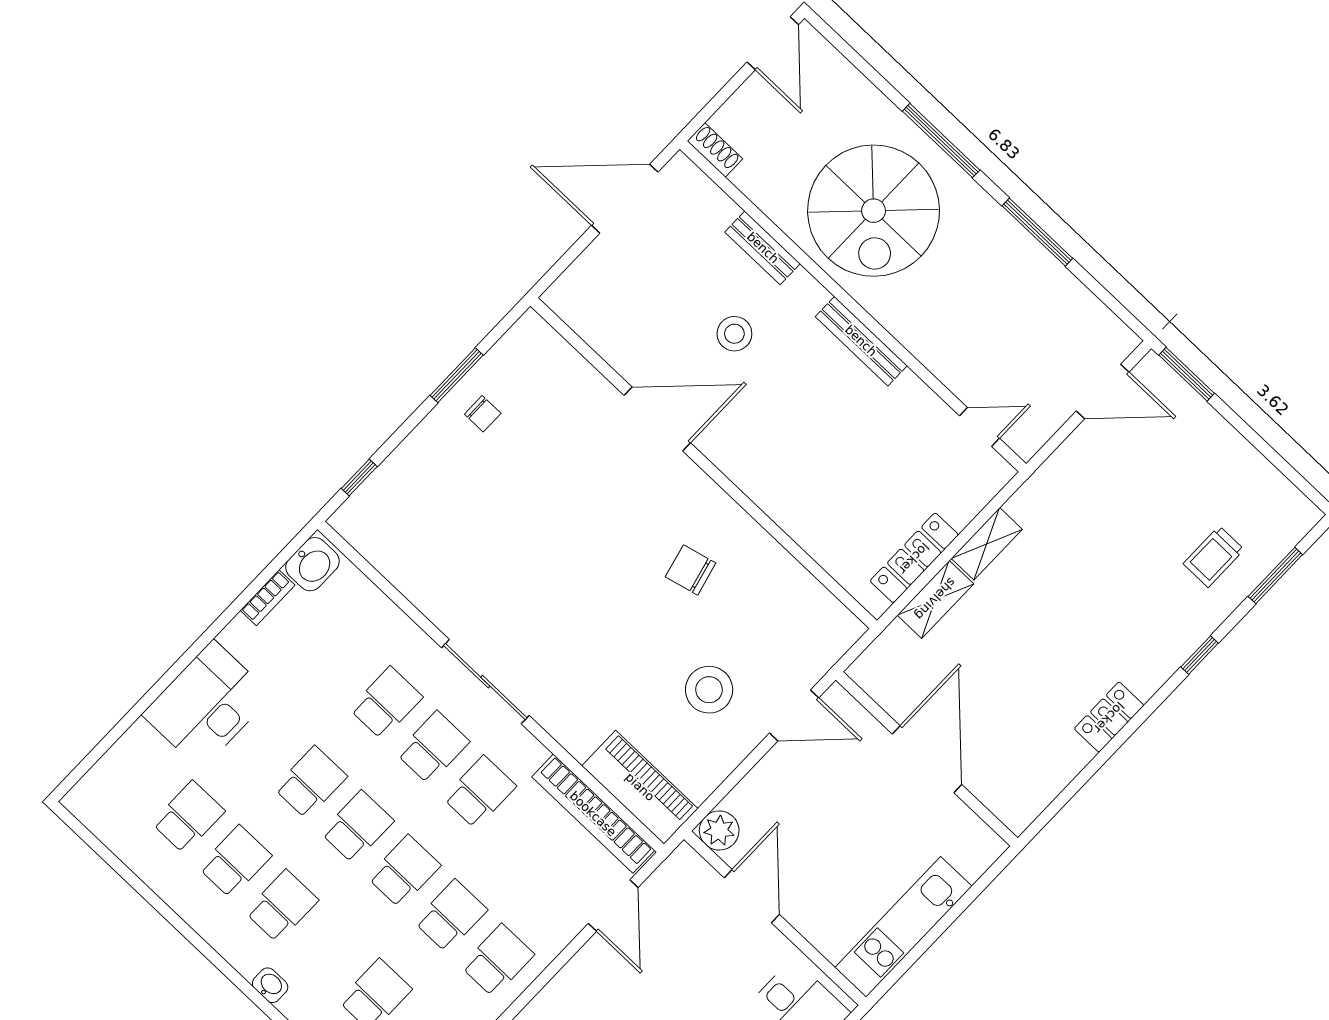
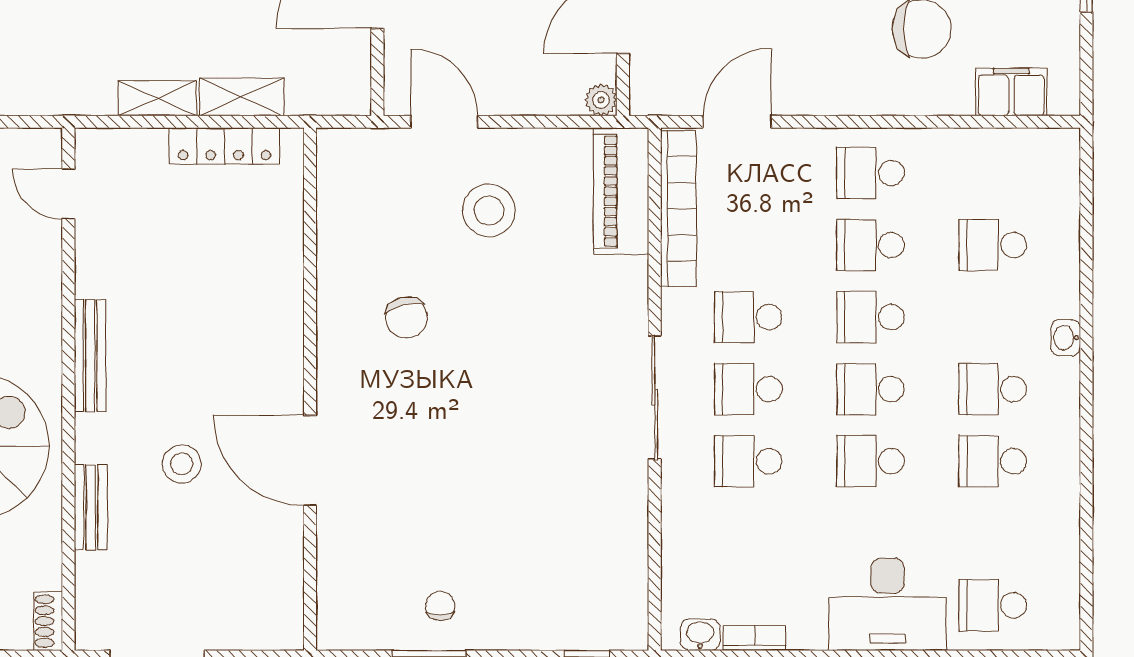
washbasin: (312, 564) -> (700, 635), width x0.72, depth x0.69
school desk: (188, 817) -> (993, 605), moved
plant: (719, 830) -> (601, 100), width x0.73, depth x0.73

